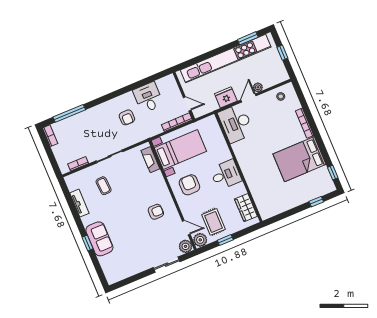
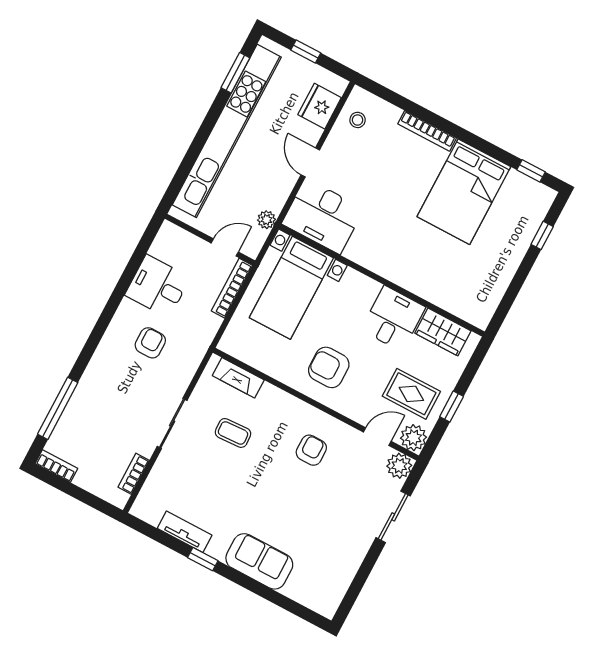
plant: (258, 87) -> (266, 220), moved
fridge: (226, 97) -> (320, 106), moved
armchair: (127, 117) -> (150, 343), turned -90
bed with nightstands: (180, 150) -> (291, 288), moved, turned 180
desk: (226, 175) -> (393, 319), moved
coffee table: (104, 186) -> (233, 433), moved
window: (88, 243) -> (203, 559), moved

